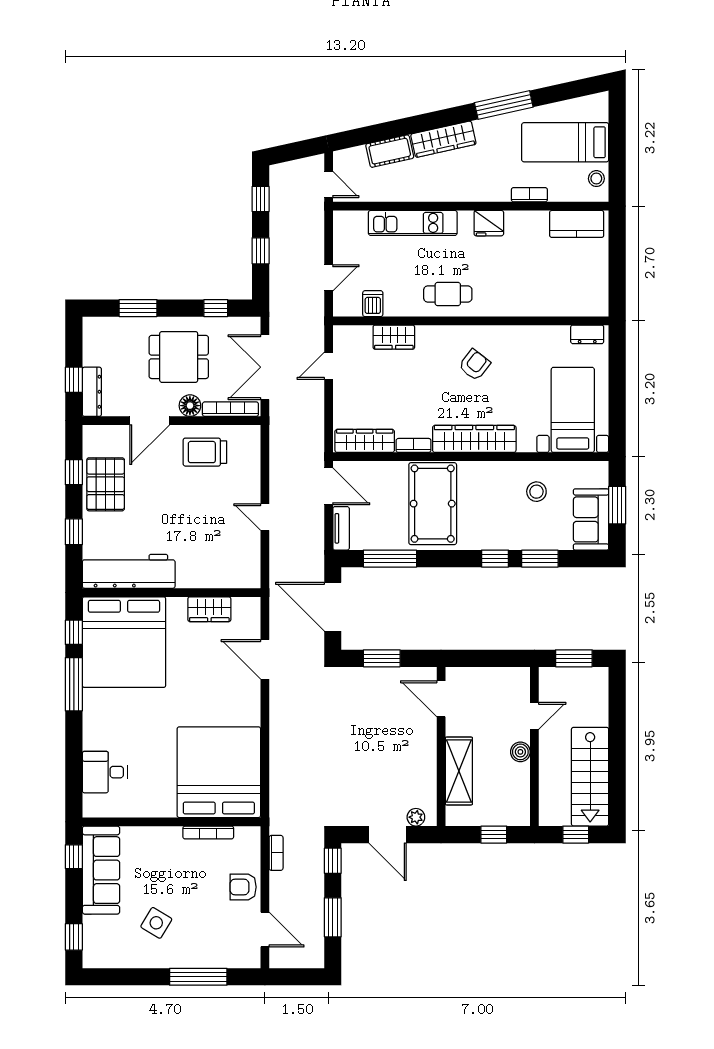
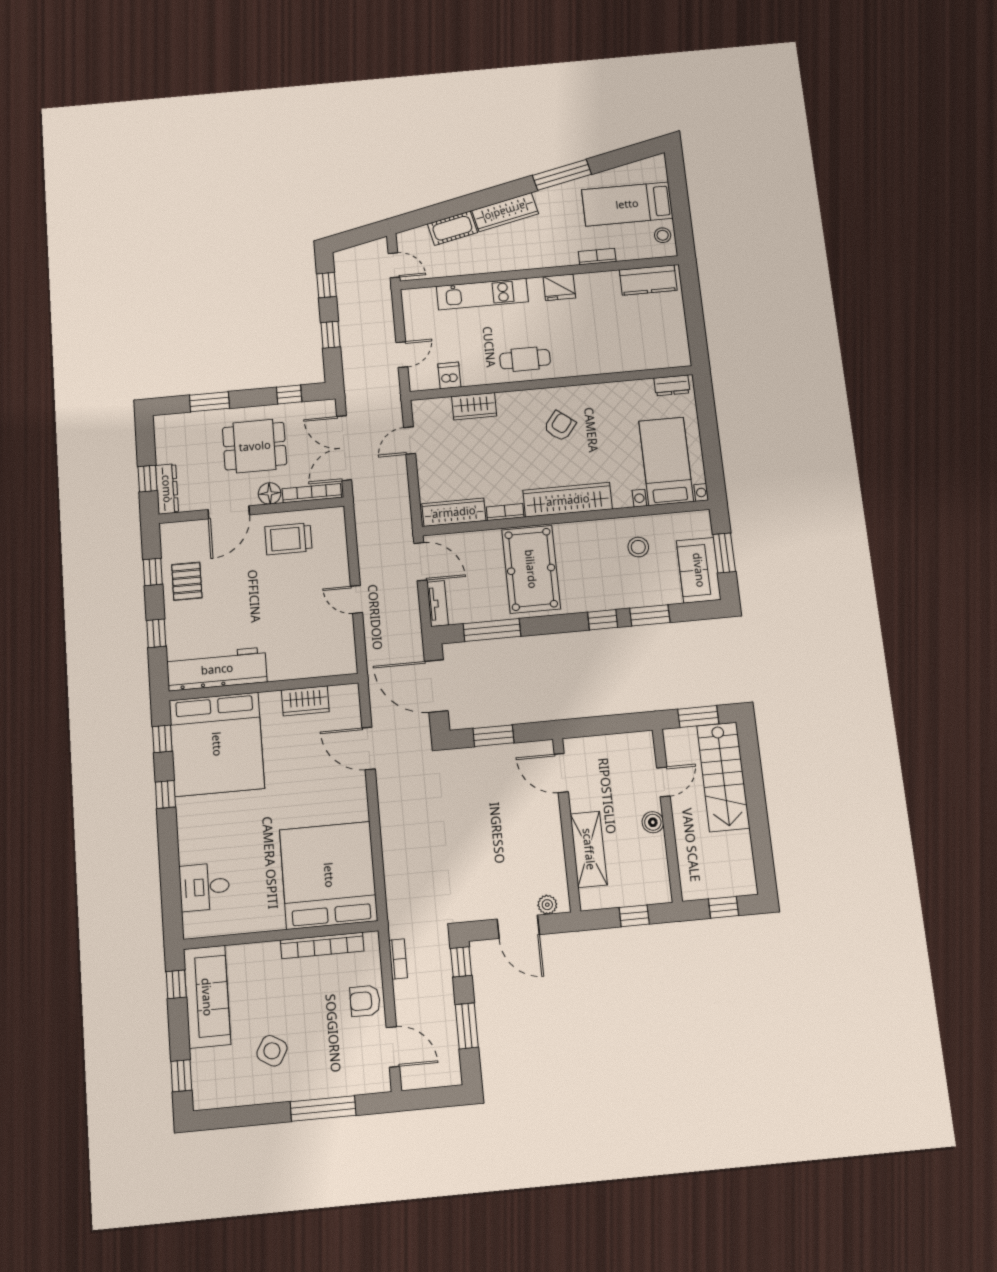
pallet: (106, 484) -> (187, 581), width x0.67, depth x0.71
window: (74, 684) -> (165, 794), width x0.46
stairs: (590, 777) -> (723, 777), moved
bookcase: (208, 833) -> (322, 945), width x1.48, depth x1.31

